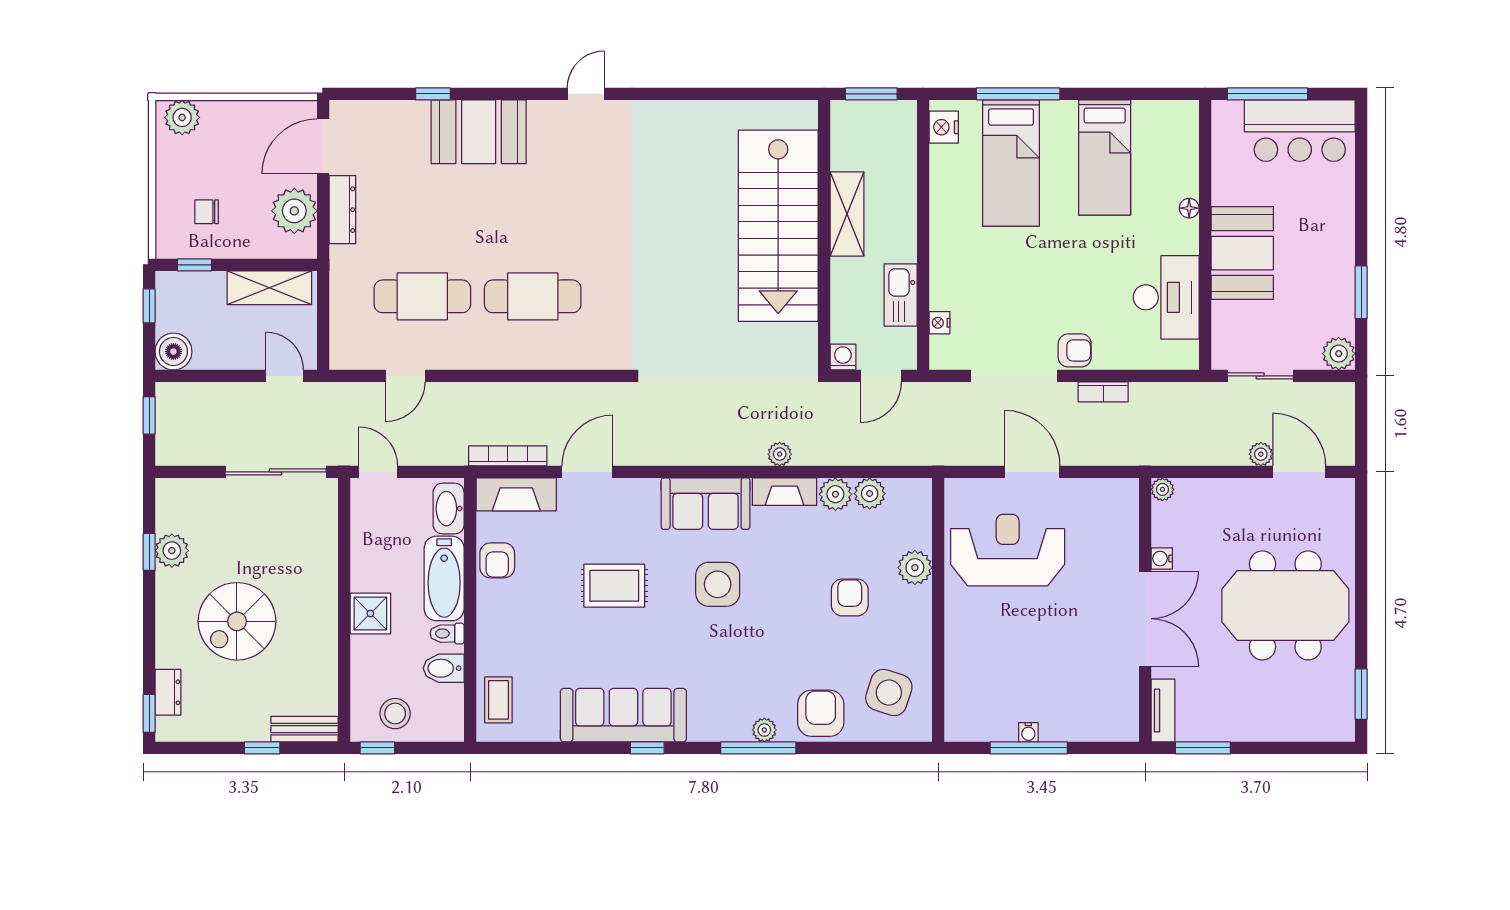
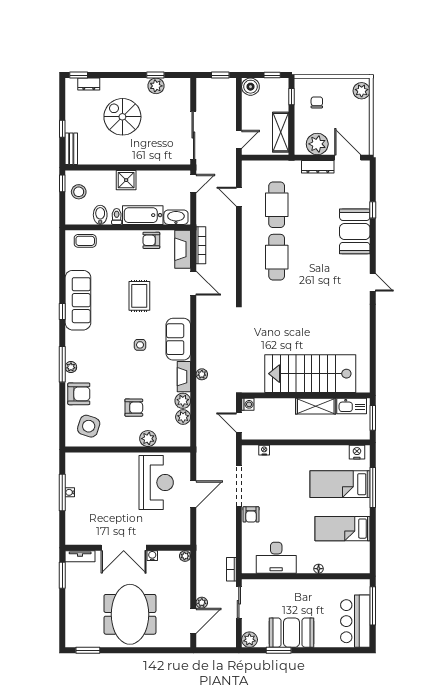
booth: (1242, 253) -> (292, 633), moved
kitchen sink: (901, 295) -> (352, 406), moved, turned 180
bookcase: (1103, 392) -> (231, 569), moved
side table: (718, 584) -> (140, 345), width x0.54, depth x0.54

